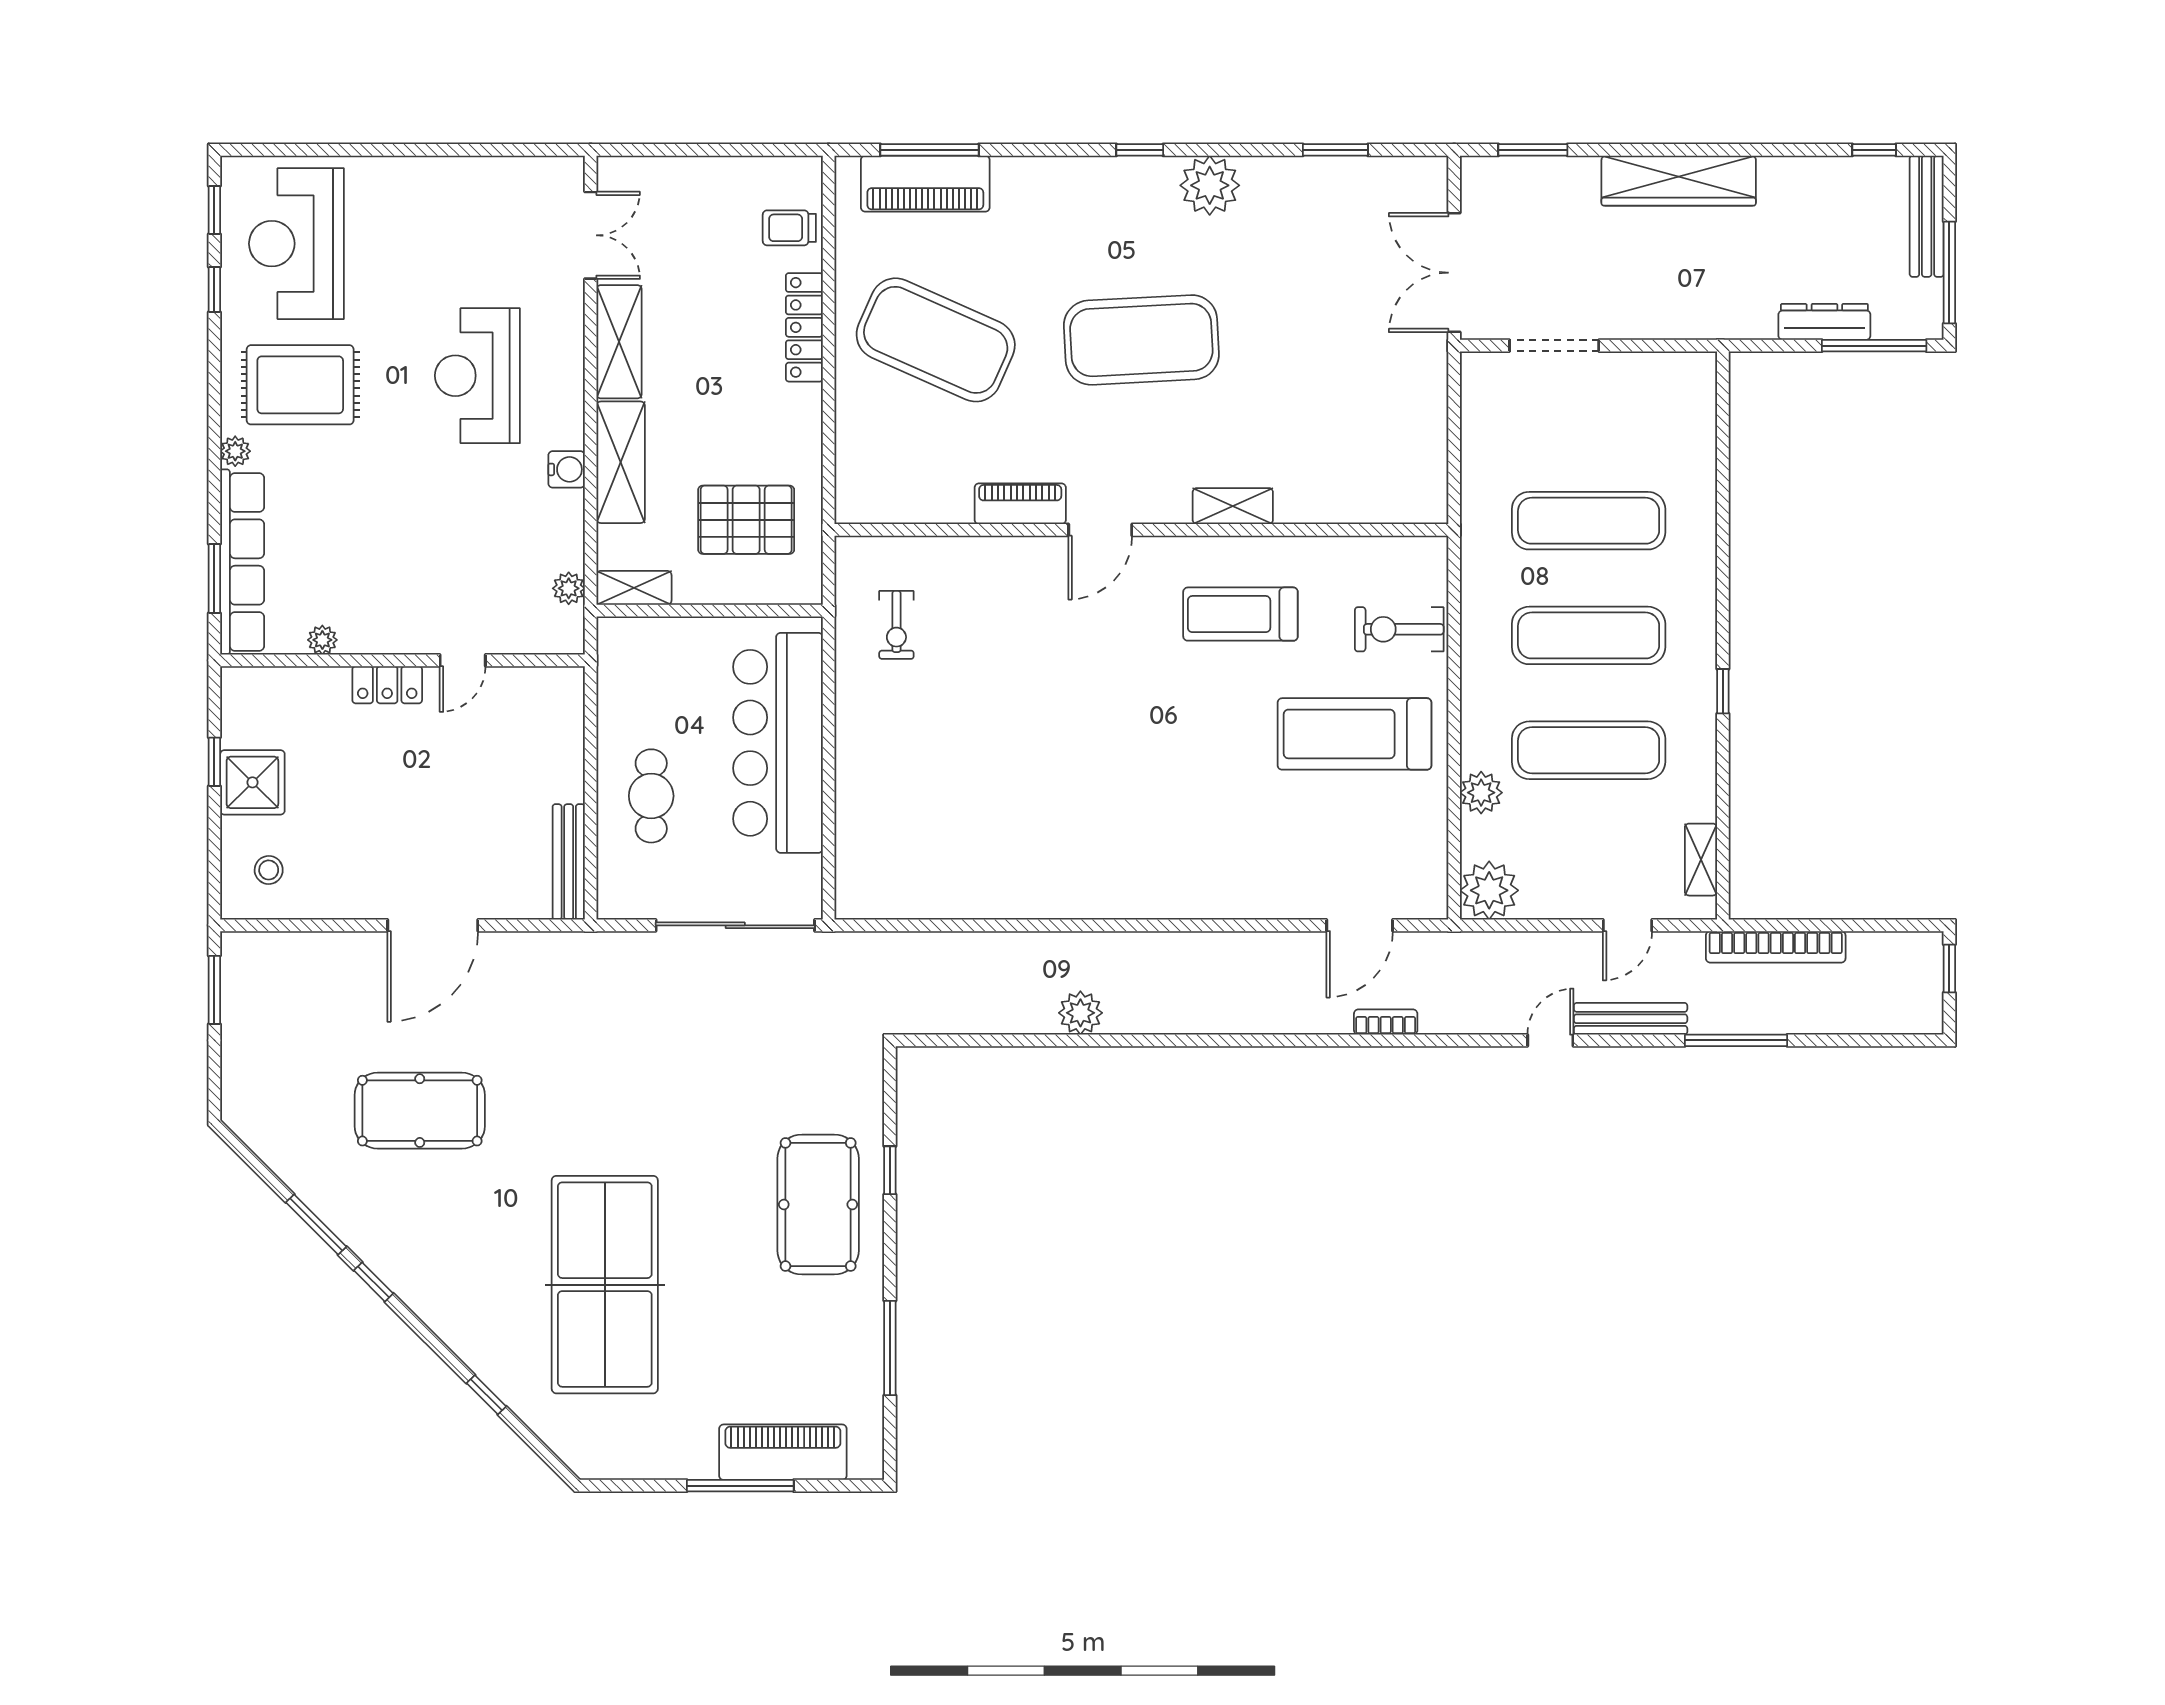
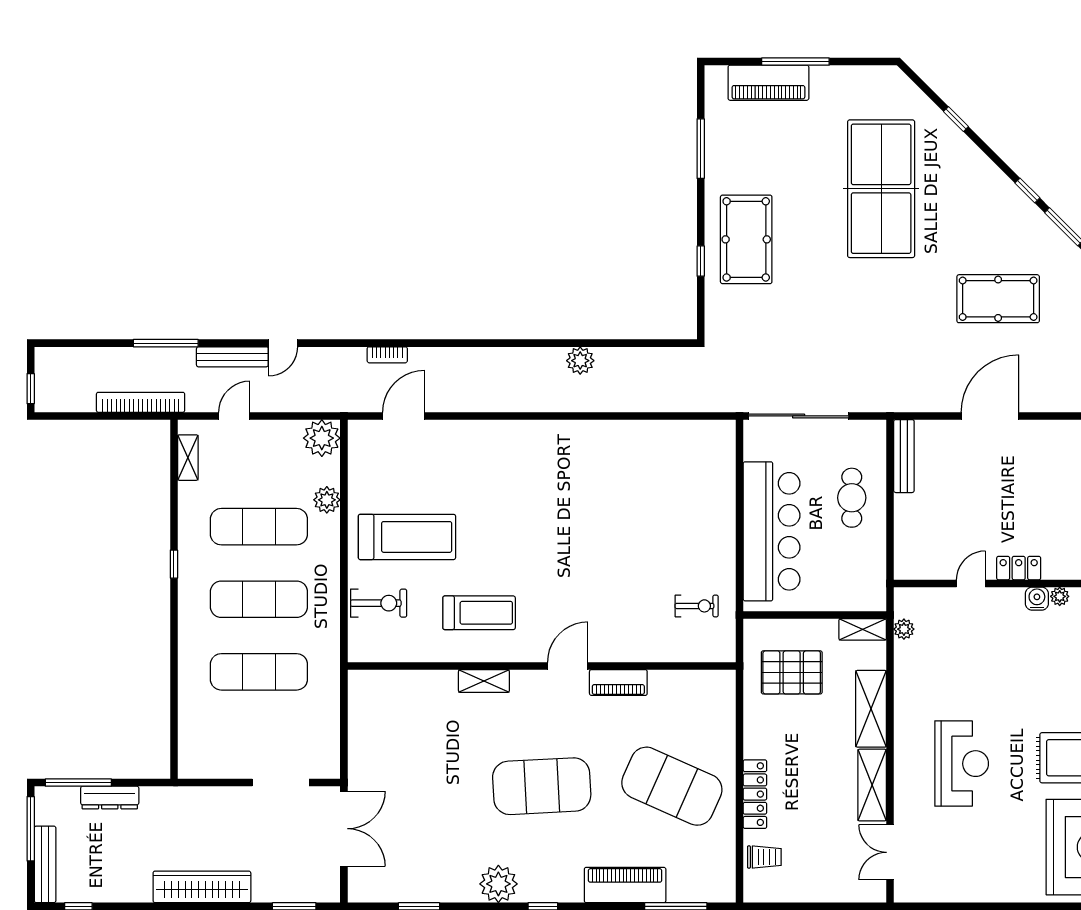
piano: (925, 184) -> (625, 885), moved
water cooler: (567, 469) -> (1037, 599), moved, turned 90
exercise bike: (896, 625) -> (697, 606), turned 90

